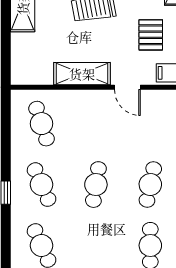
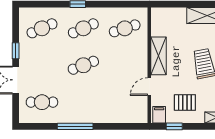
cafe table: (96, 185) -> (83, 65), turned -30
cafe table: (150, 185) -> (83, 102), removed

